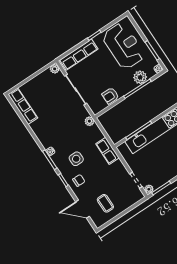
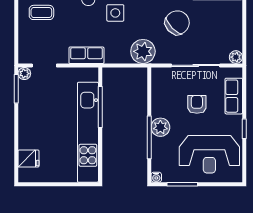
row of seats: (79, 55) -> (234, 96), width x0.68
plant: (140, 77) -> (160, 127), moved
armchair: (110, 96) -> (197, 104), moved
chair: (57, 118) -> (177, 23), added
plant: (89, 121) -> (143, 51), width x1.88, depth x1.88
row of seats: (107, 151) -> (86, 55), moved

